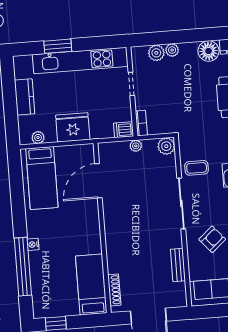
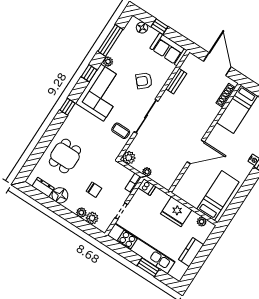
chair: (177, 84) -> (94, 190), added
door: (98, 181) -> (196, 152), moved

